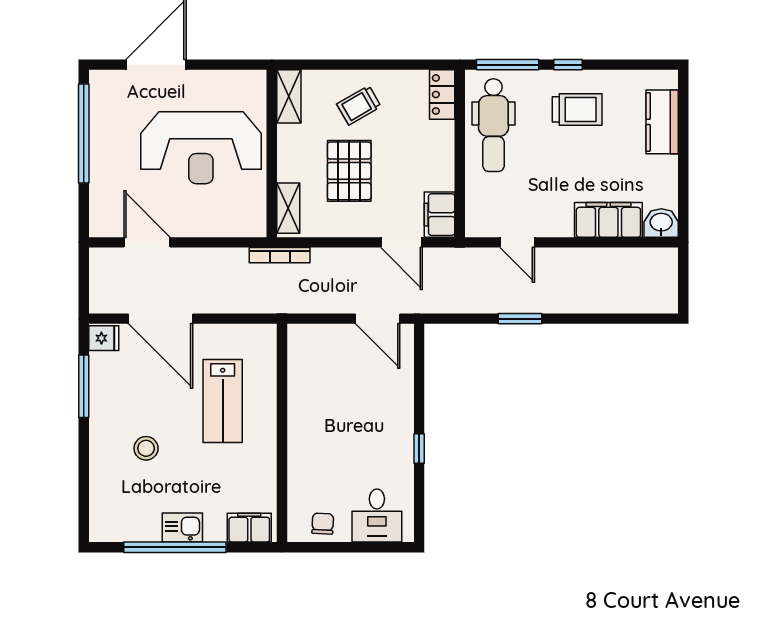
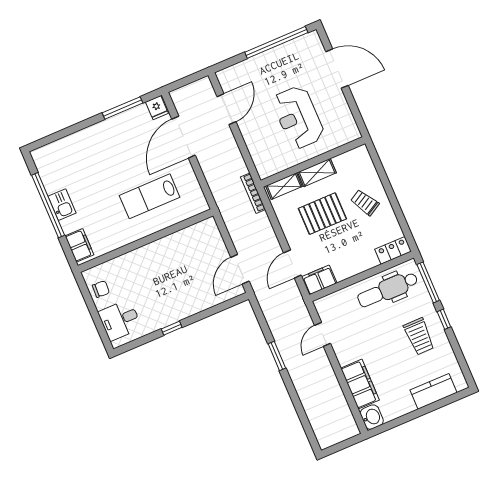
shelving: (289, 96) -> (317, 173), moved
reception desk: (201, 148) -> (298, 117), width x0.74, depth x0.77
stool: (146, 448) -> (101, 162), removed

